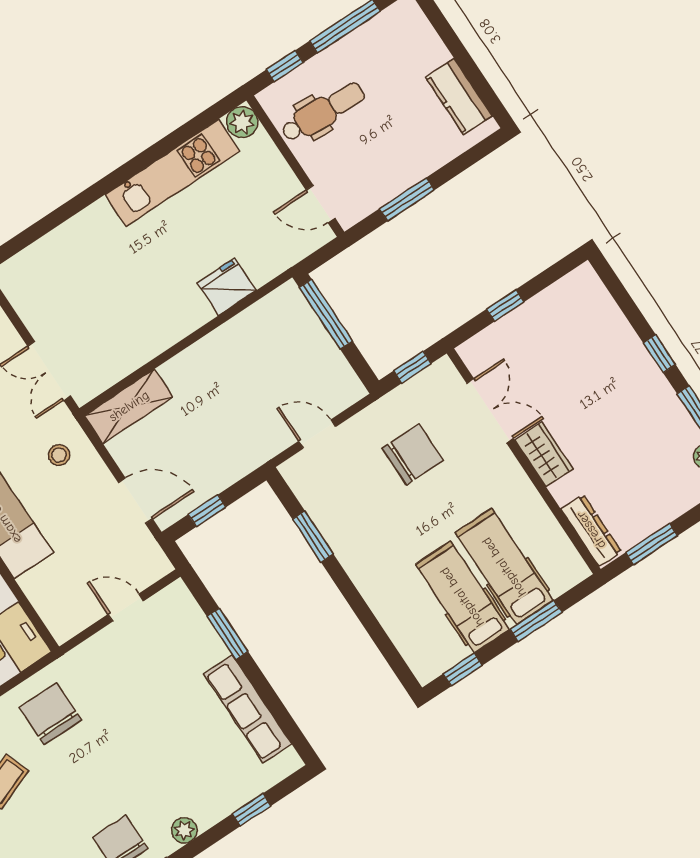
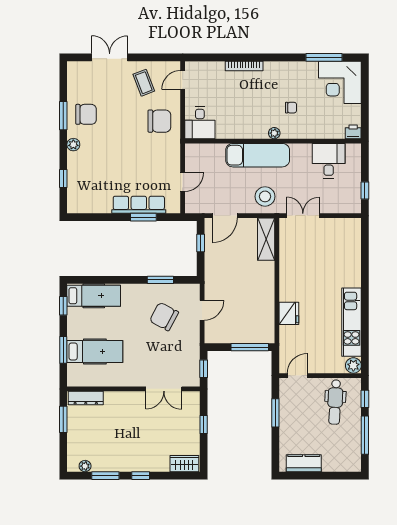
chair: (413, 454) -> (164, 317), moved, turned 118
wardrobe: (544, 454) -> (184, 464), moved, turned 180
stool: (59, 455) -> (265, 196), width x1.89, depth x1.89
hospital bed: (462, 597) -> (94, 296), moved
row of seats: (248, 709) -> (139, 205), moved

